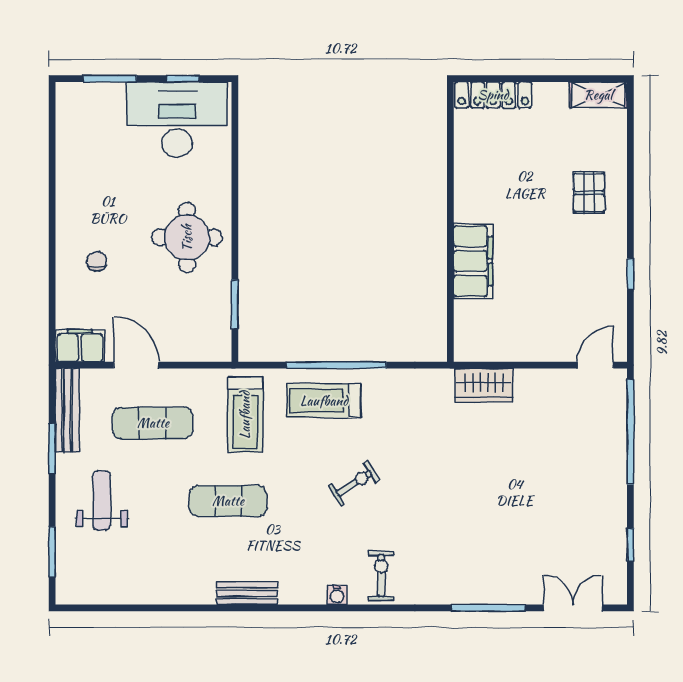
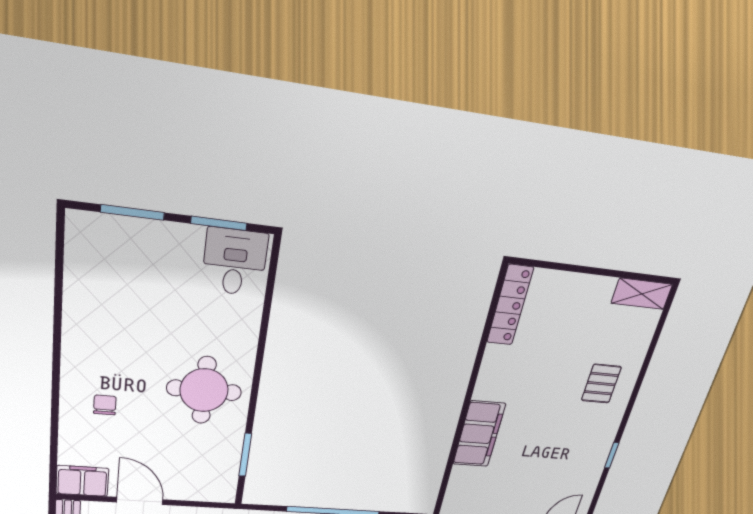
window: (183, 79) -> (219, 223), width x1.50
locker: (493, 95) -> (510, 305), moved, turned -90
desk: (177, 120) -> (235, 262), width x0.53, depth x0.77

